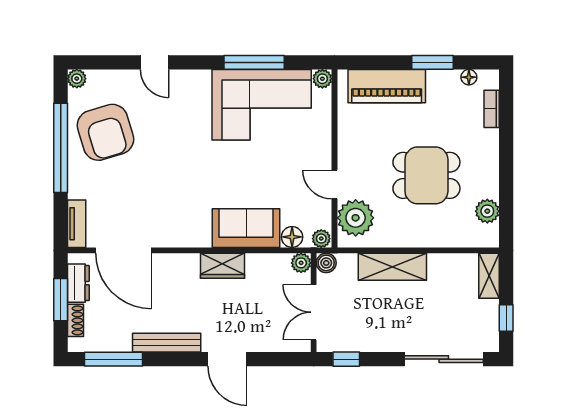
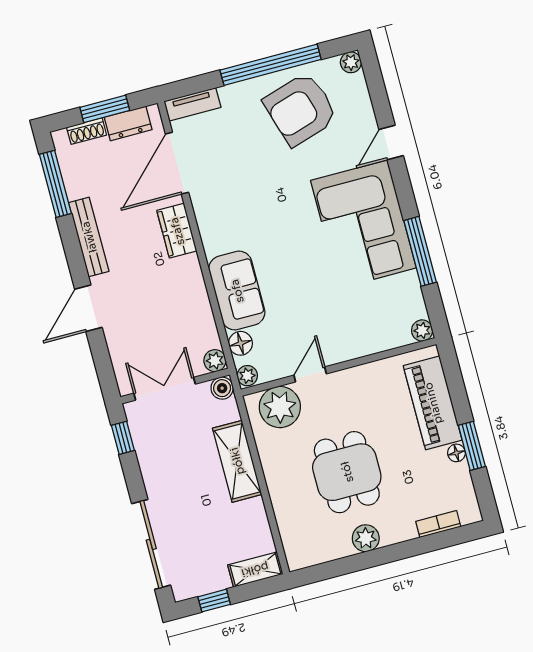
floor lamp: (469, 77) -> (456, 453), moved
corner sofa: (262, 105) -> (363, 224), moved
plant: (487, 211) -> (366, 538), moved
wardrobe: (223, 266) -> (177, 231), moved

